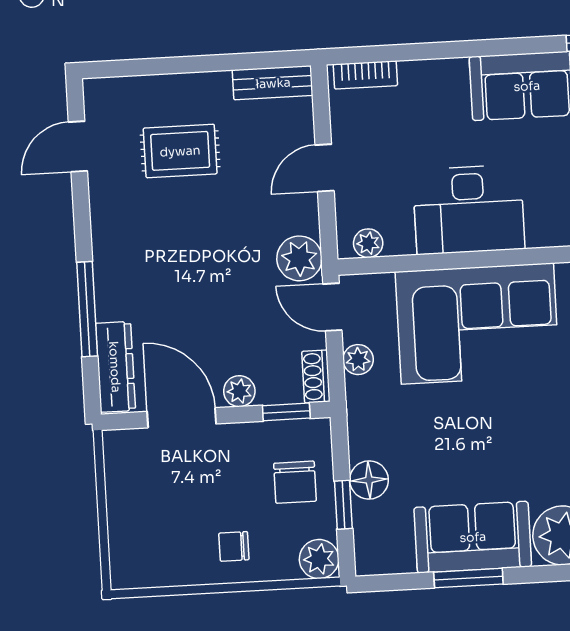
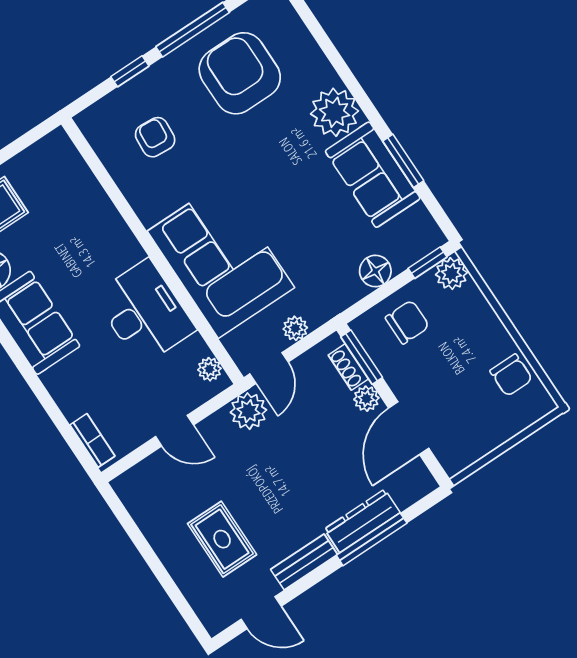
bench: (273, 83) -> (304, 562), moved, turned 90
dresser: (115, 367) -> (362, 521), moved
shoe rack: (316, 376) -> (348, 367), moved, turned 90
window: (286, 412) -> (362, 357), width x1.50
window: (343, 505) -> (427, 263), moved
chair: (234, 546) -> (511, 375), moved, width x1.37, depth x1.37

